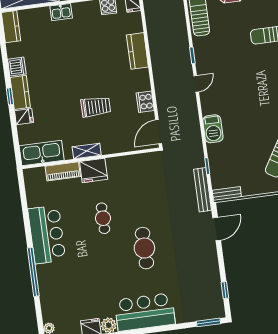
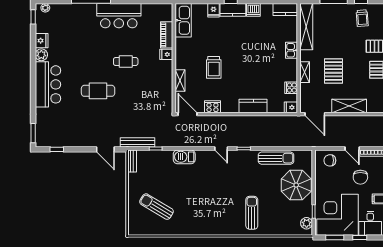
shelving: (87, 151) -> (180, 80), moved
fridge: (94, 170) -> (166, 54), width x0.53, depth x0.75

